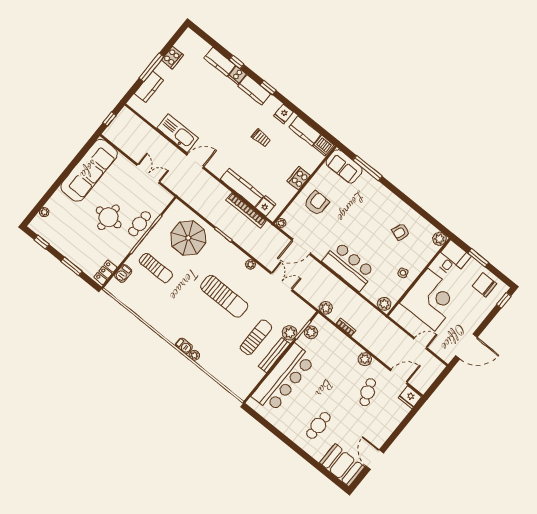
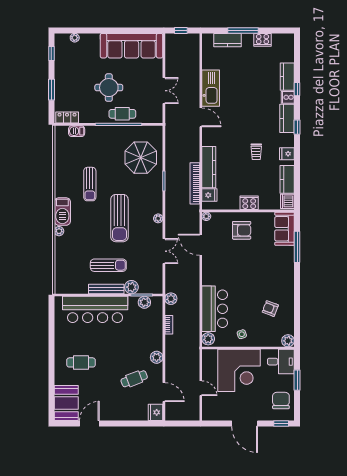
bar counter: (349, 266) -> (215, 309), moved
sun lounger: (156, 268) -> (90, 184), moved
barbecue: (184, 346) -> (62, 212), width x1.88, depth x1.53
door: (466, 346) -> (245, 424), moved

